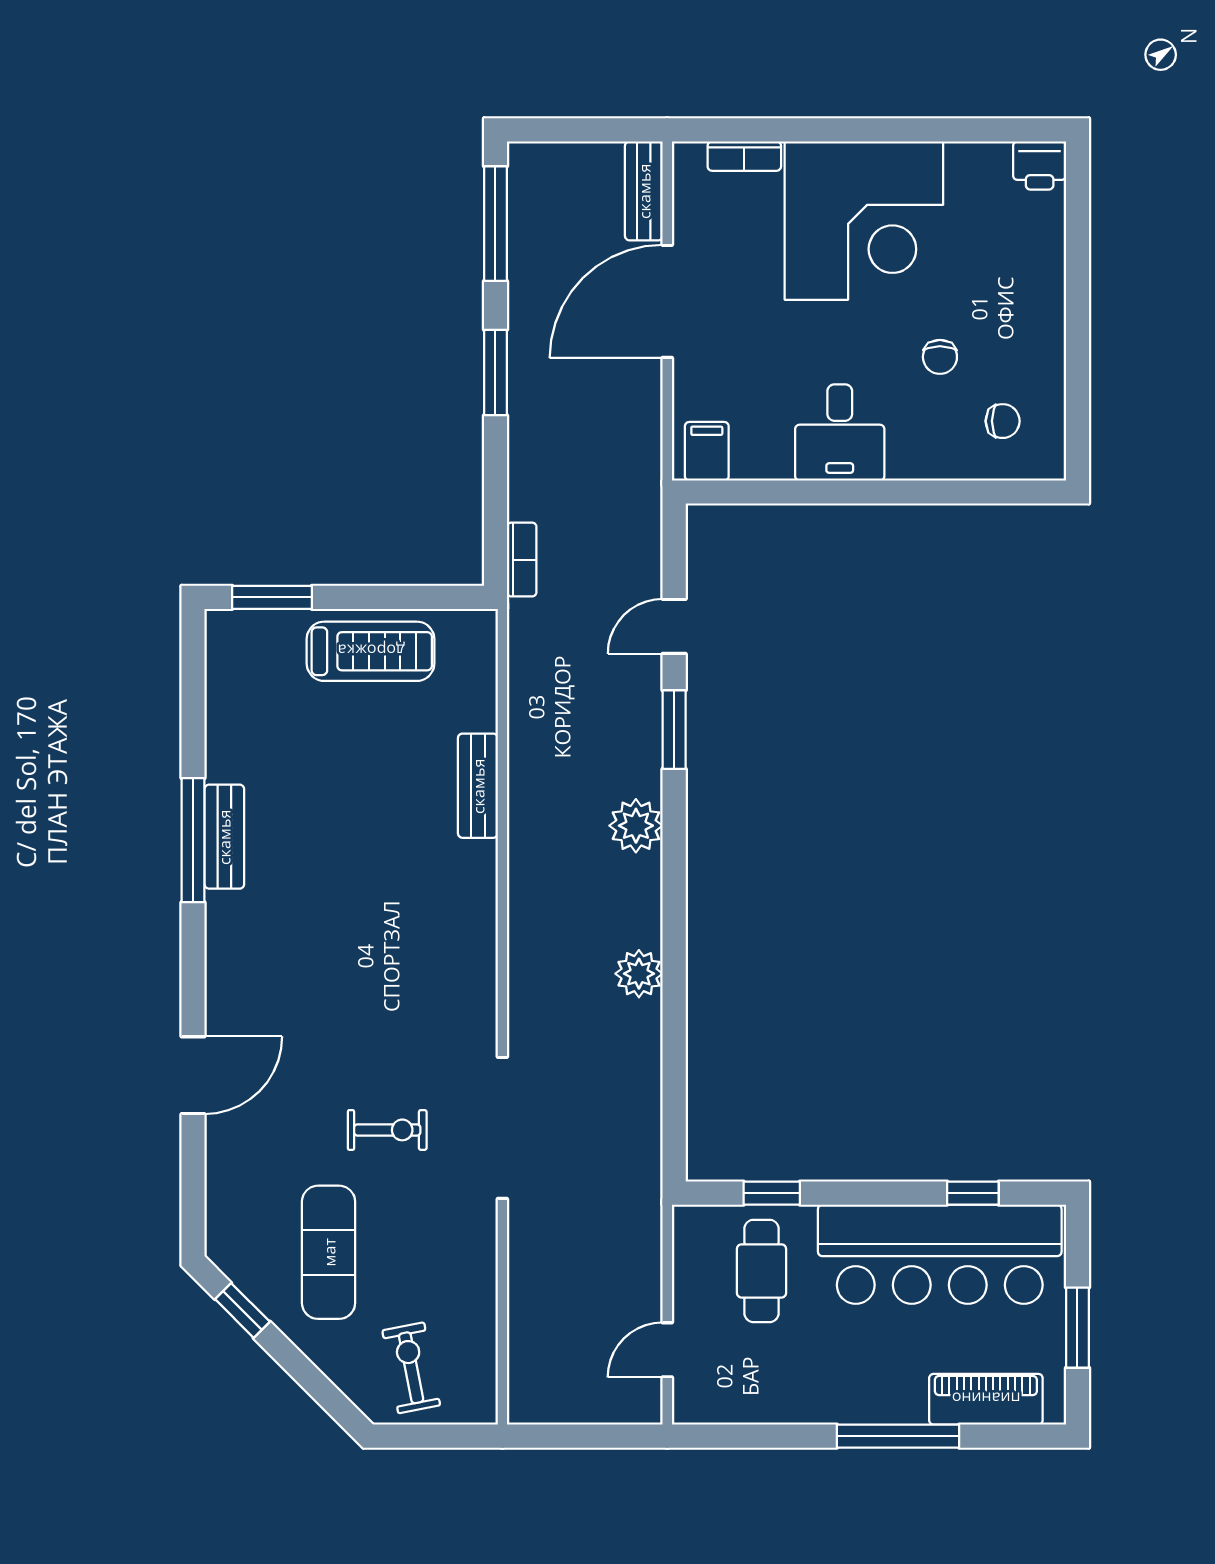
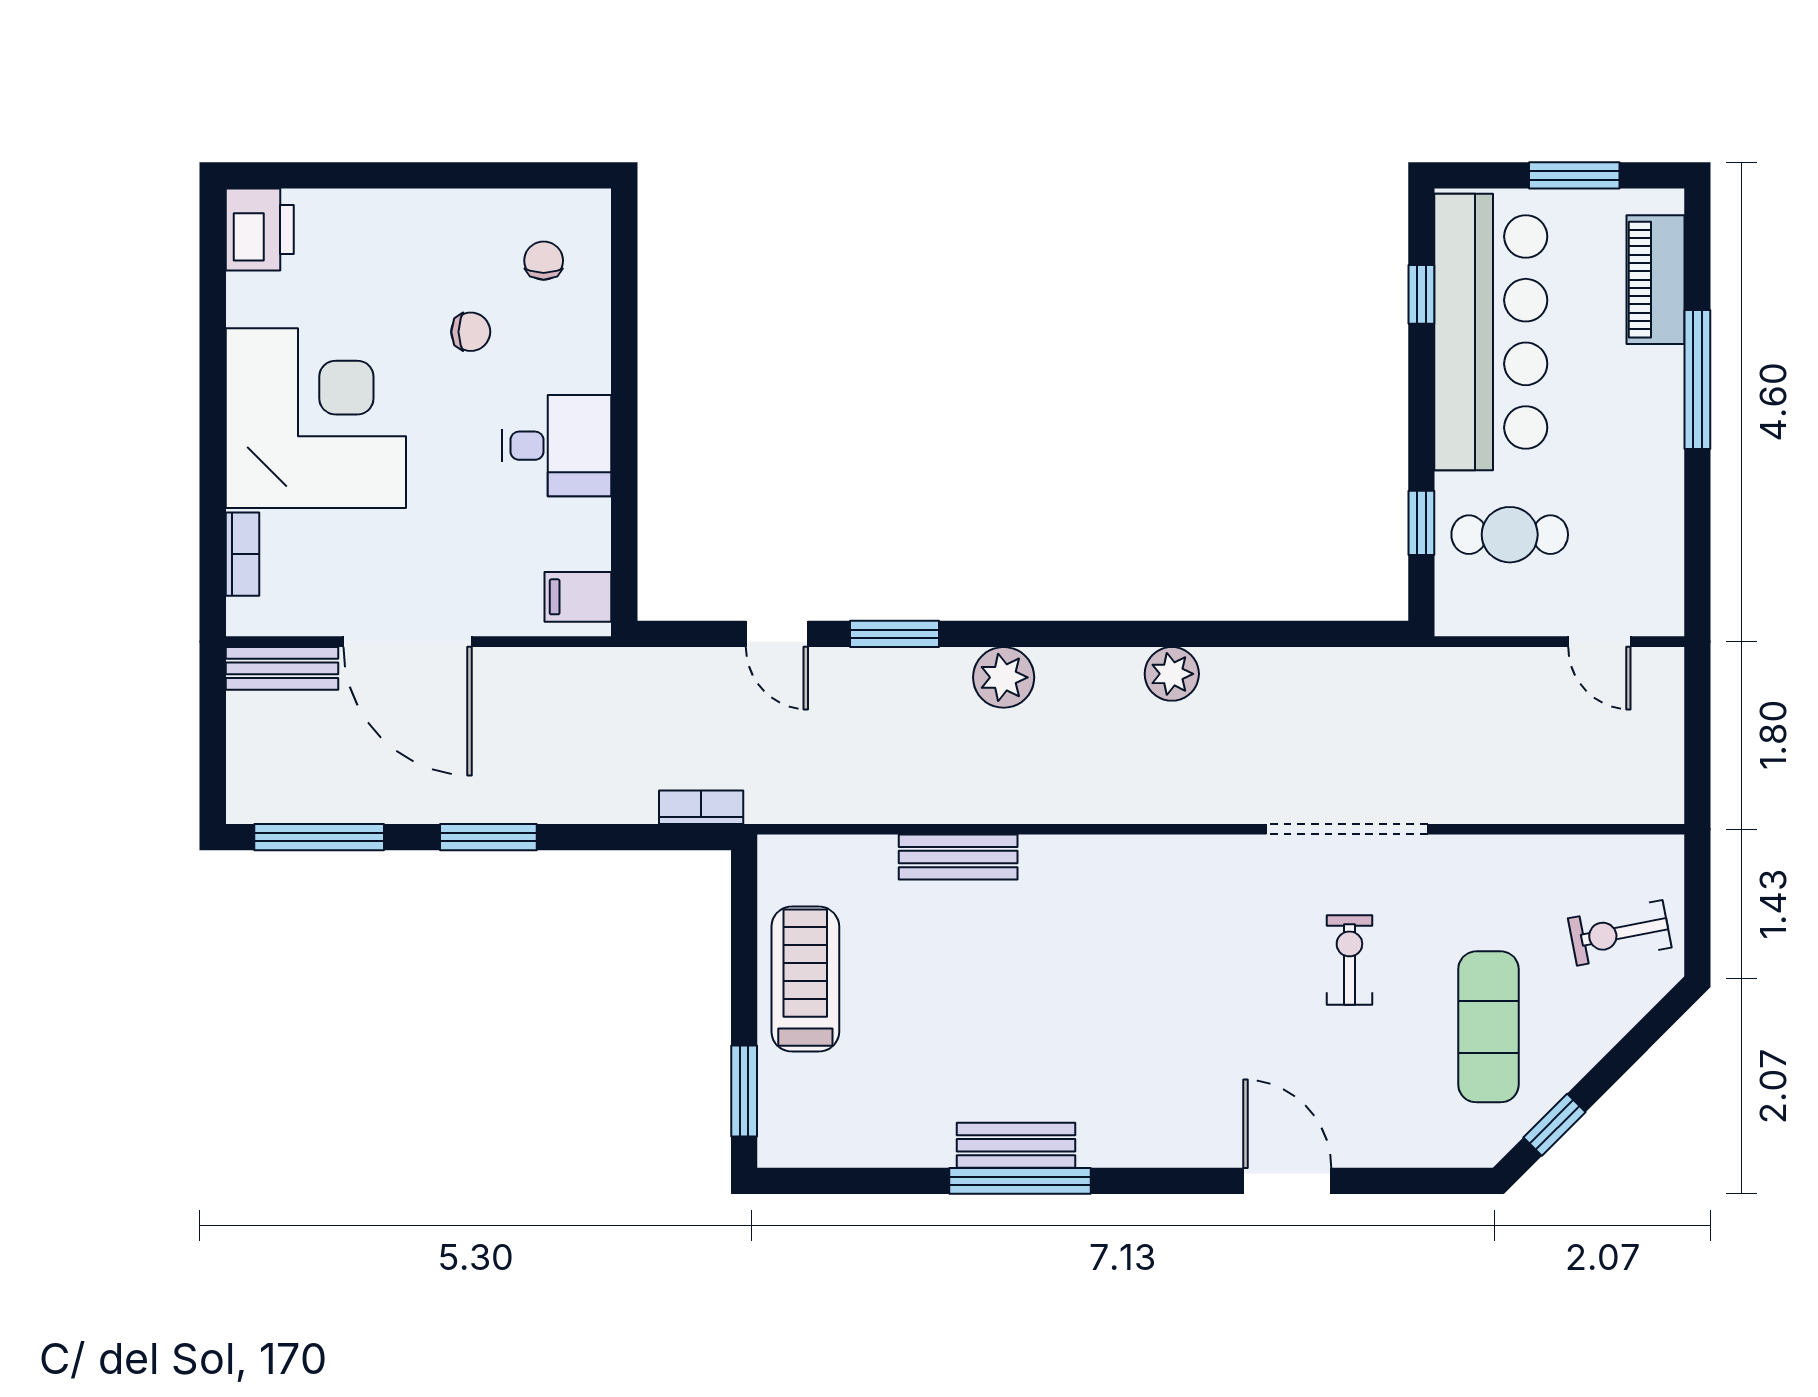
printer: (1040, 165) -> (260, 230), width x1.36, depth x1.24
exercise mat: (329, 1252) -> (1488, 1027), turned 90

